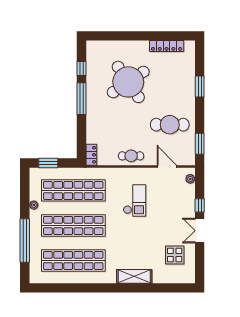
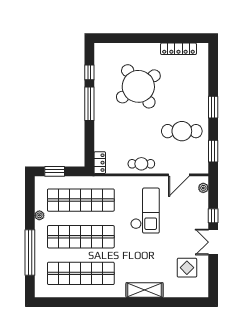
window: (200, 87) -> (213, 107), moved
door: (167, 166) -> (179, 175), swing flipped
checkout: (135, 201) -> (145, 211), width x1.36, depth x1.21

